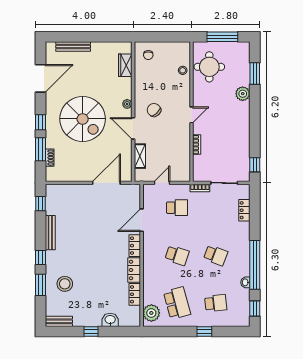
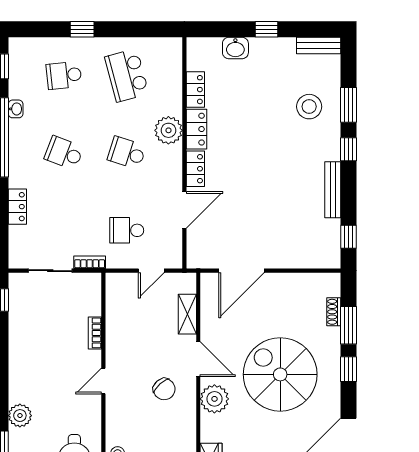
plant: (127, 104) -> (214, 399), width x1.88, depth x1.88
locker: (244, 210) -> (17, 207), moved
plant: (151, 313) -> (168, 130), moved

